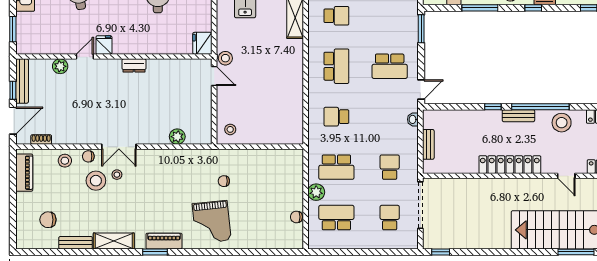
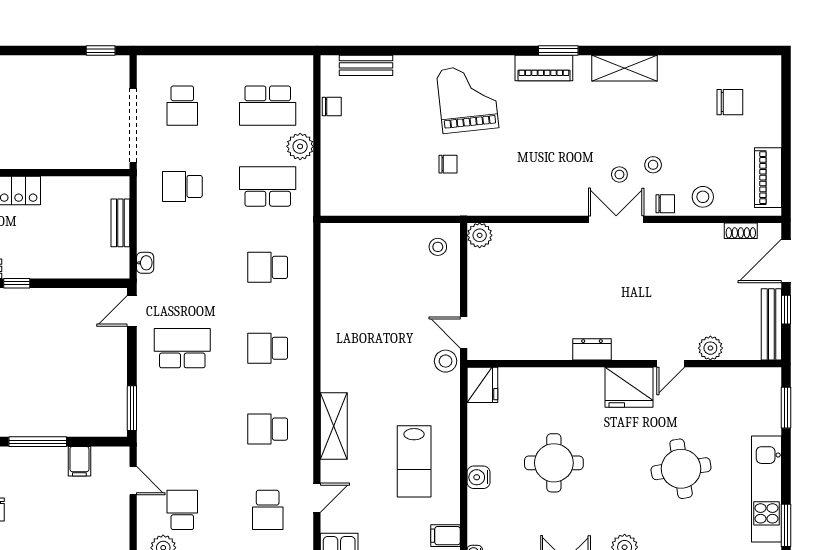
fridge: (104, 45) -> (629, 387), width x1.88, depth x1.34
school desk: (336, 66) -> (268, 348), width x0.54
school desk: (336, 117) -> (268, 267), turned 180
plant: (177, 137) -> (480, 235), moved
school desk: (390, 167) -> (182, 186), turned 90
stool: (96, 181) -> (653, 165), width x0.53, depth x0.53
bench: (76, 243) -> (366, 65), moved

